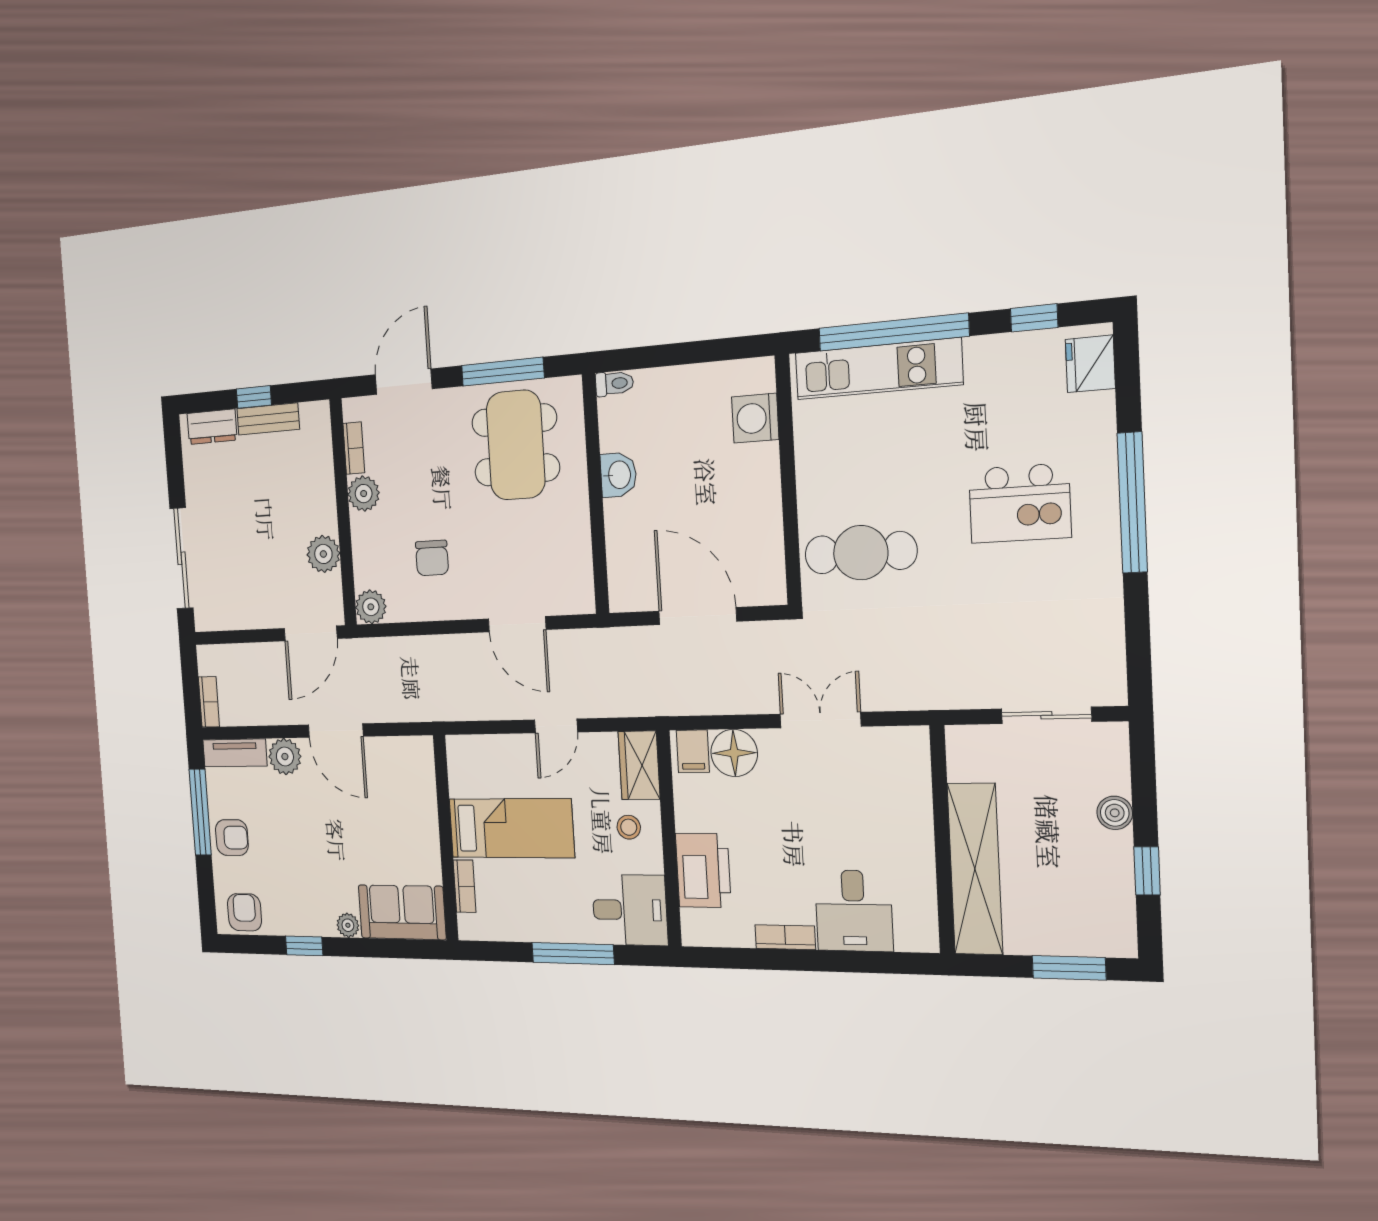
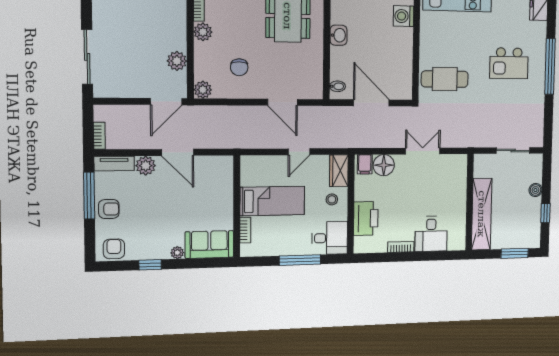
bidet: (624, 584) -> (337, 86), added

